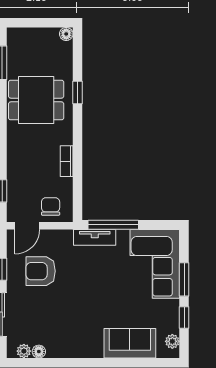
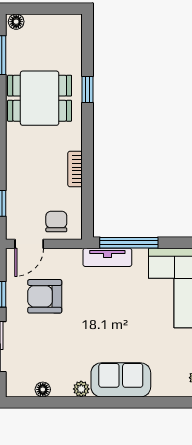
floor lamp: (66, 34) -> (16, 22), moved
sofa: (130, 343) -> (121, 380), moved
plant: (24, 351) -> (81, 389), moved

